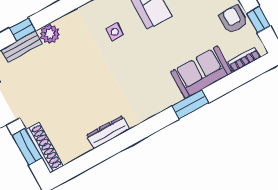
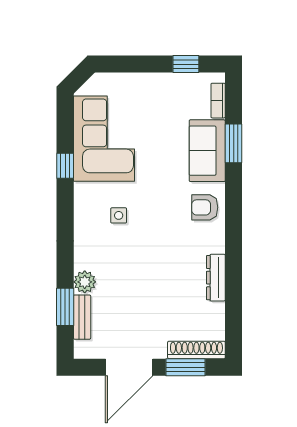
armchair: (233, 19) -> (205, 207), moved
window: (23, 29) -> (65, 307), width x1.50
window: (190, 104) -> (234, 143), moved

